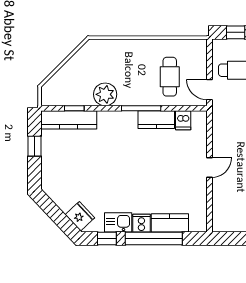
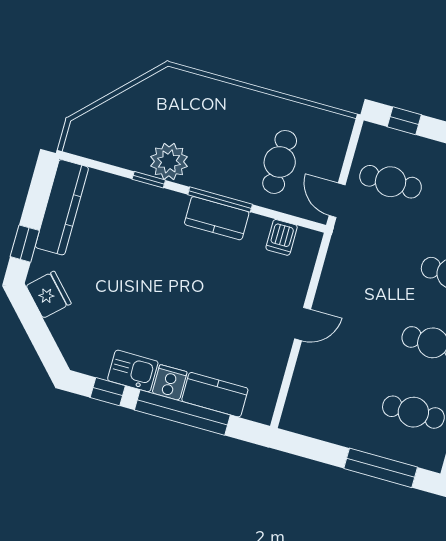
window: (74, 108) -> (149, 180), moved
kitchen counter: (69, 120) -> (62, 207), moved, turned -90
kitchen counter: (156, 120) -> (217, 218), moved
window: (34, 146) -> (25, 244), moved
fridge: (80, 216) -> (49, 295), moved

